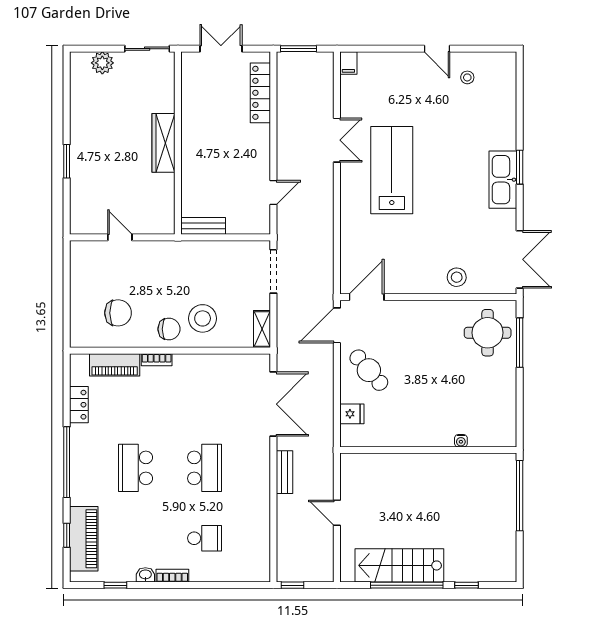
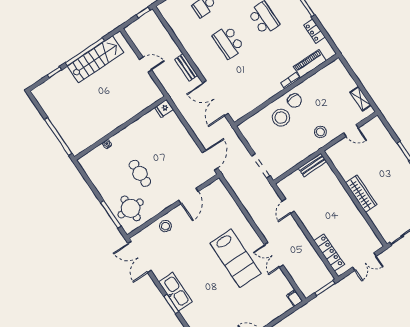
stool: (162, 263) -> (320, 132), added
door: (367, 297) -> (188, 196), moved
chair: (118, 313) -> (326, 91), removed
chair: (169, 329) -> (294, 101), turned -92
shelving: (262, 329) -> (361, 99), moved
cafe table: (369, 370) -> (140, 173), moved, turned 41
fridge: (352, 414) -> (164, 108), moved

